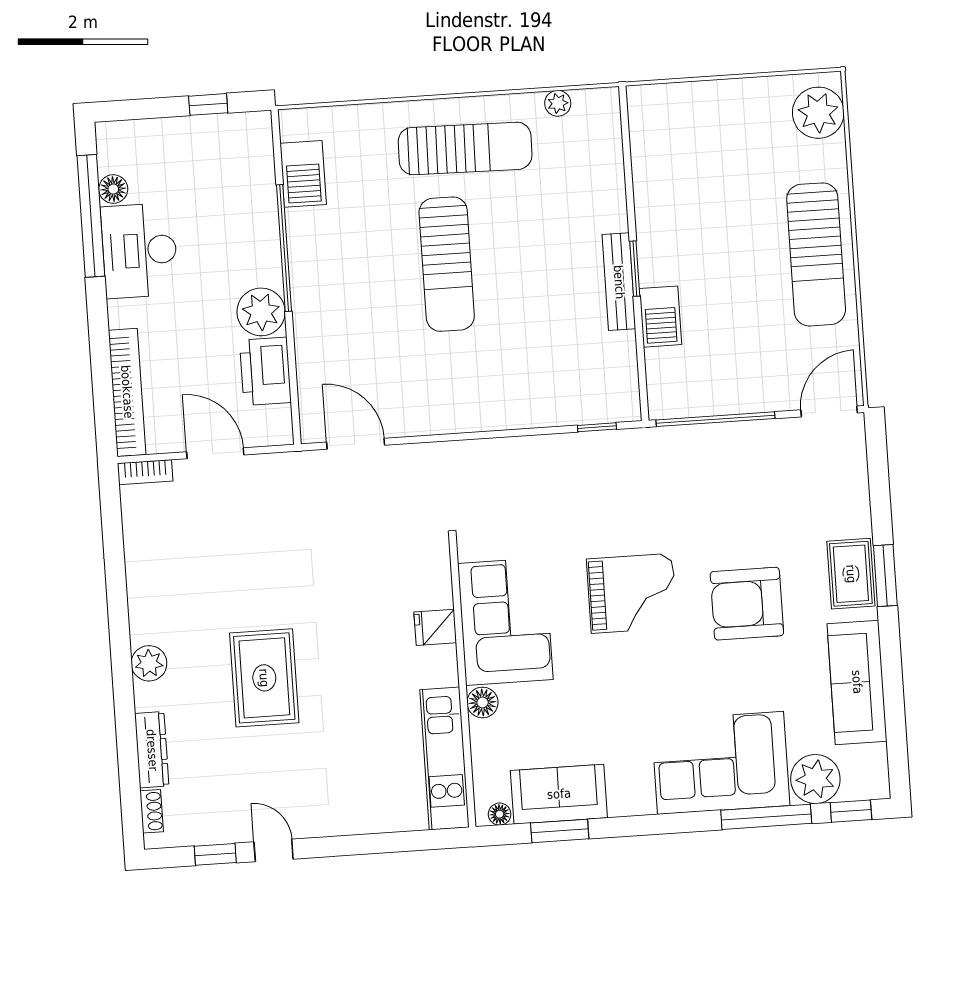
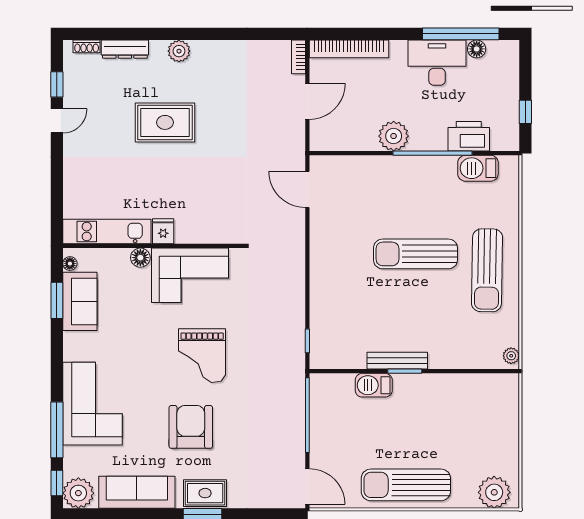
plant: (558, 103) -> (511, 356), moved
printer: (265, 371) -> (469, 136), moved
door: (356, 444) -> (307, 189), swing flipped
fridge: (435, 627) -> (163, 231), moved
plant: (815, 779) -> (78, 493), moved

